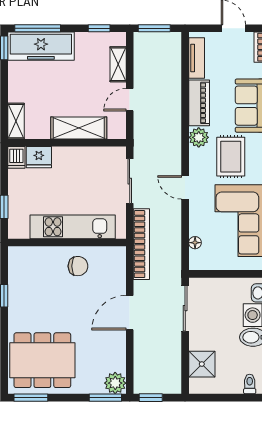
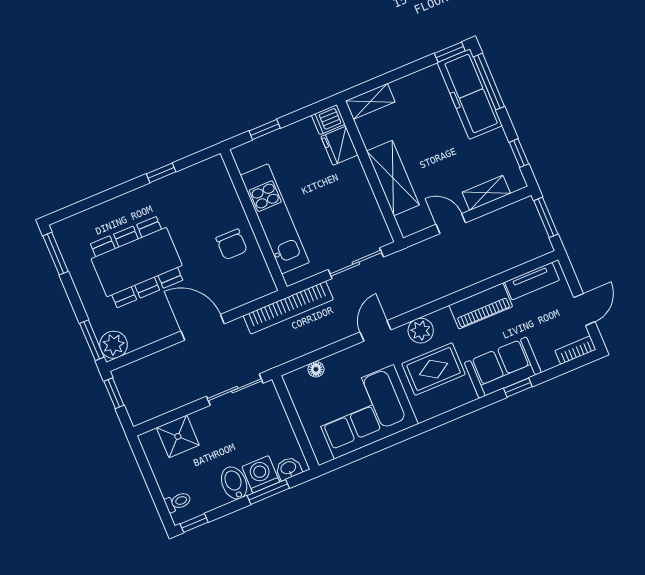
plant: (199, 137) -> (421, 331), moved
dining table: (42, 360) -> (137, 262), moved, turned 90

